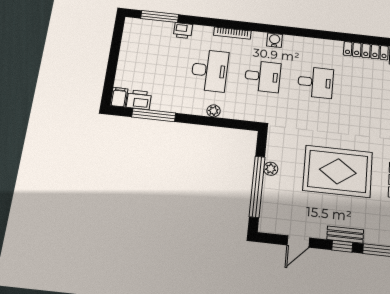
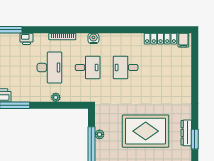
desk: (316, 82) -> (126, 67), turned 180

